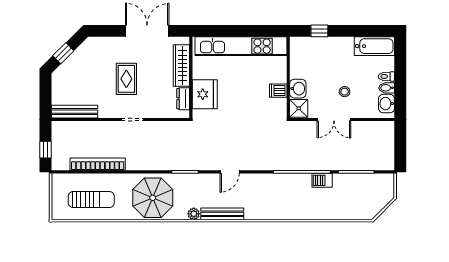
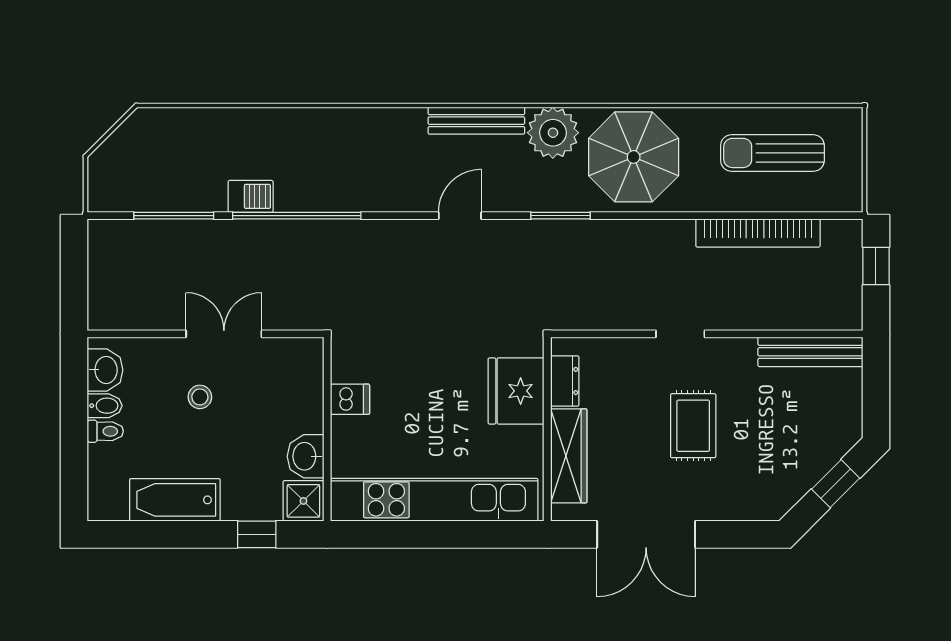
bathtub: (374, 46) -> (175, 500), moved
washbasin: (298, 89) -> (305, 456), moved
shower: (299, 108) -> (303, 501), moved
plant: (194, 214) -> (553, 133), width x1.88, depth x1.88

